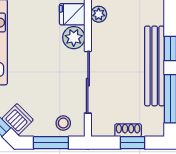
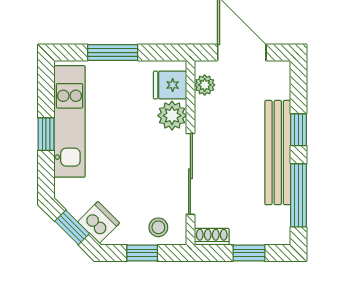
shoe rack: (128, 130) -> (212, 237), moved
window: (51, 143) -> (142, 253), width x0.67

